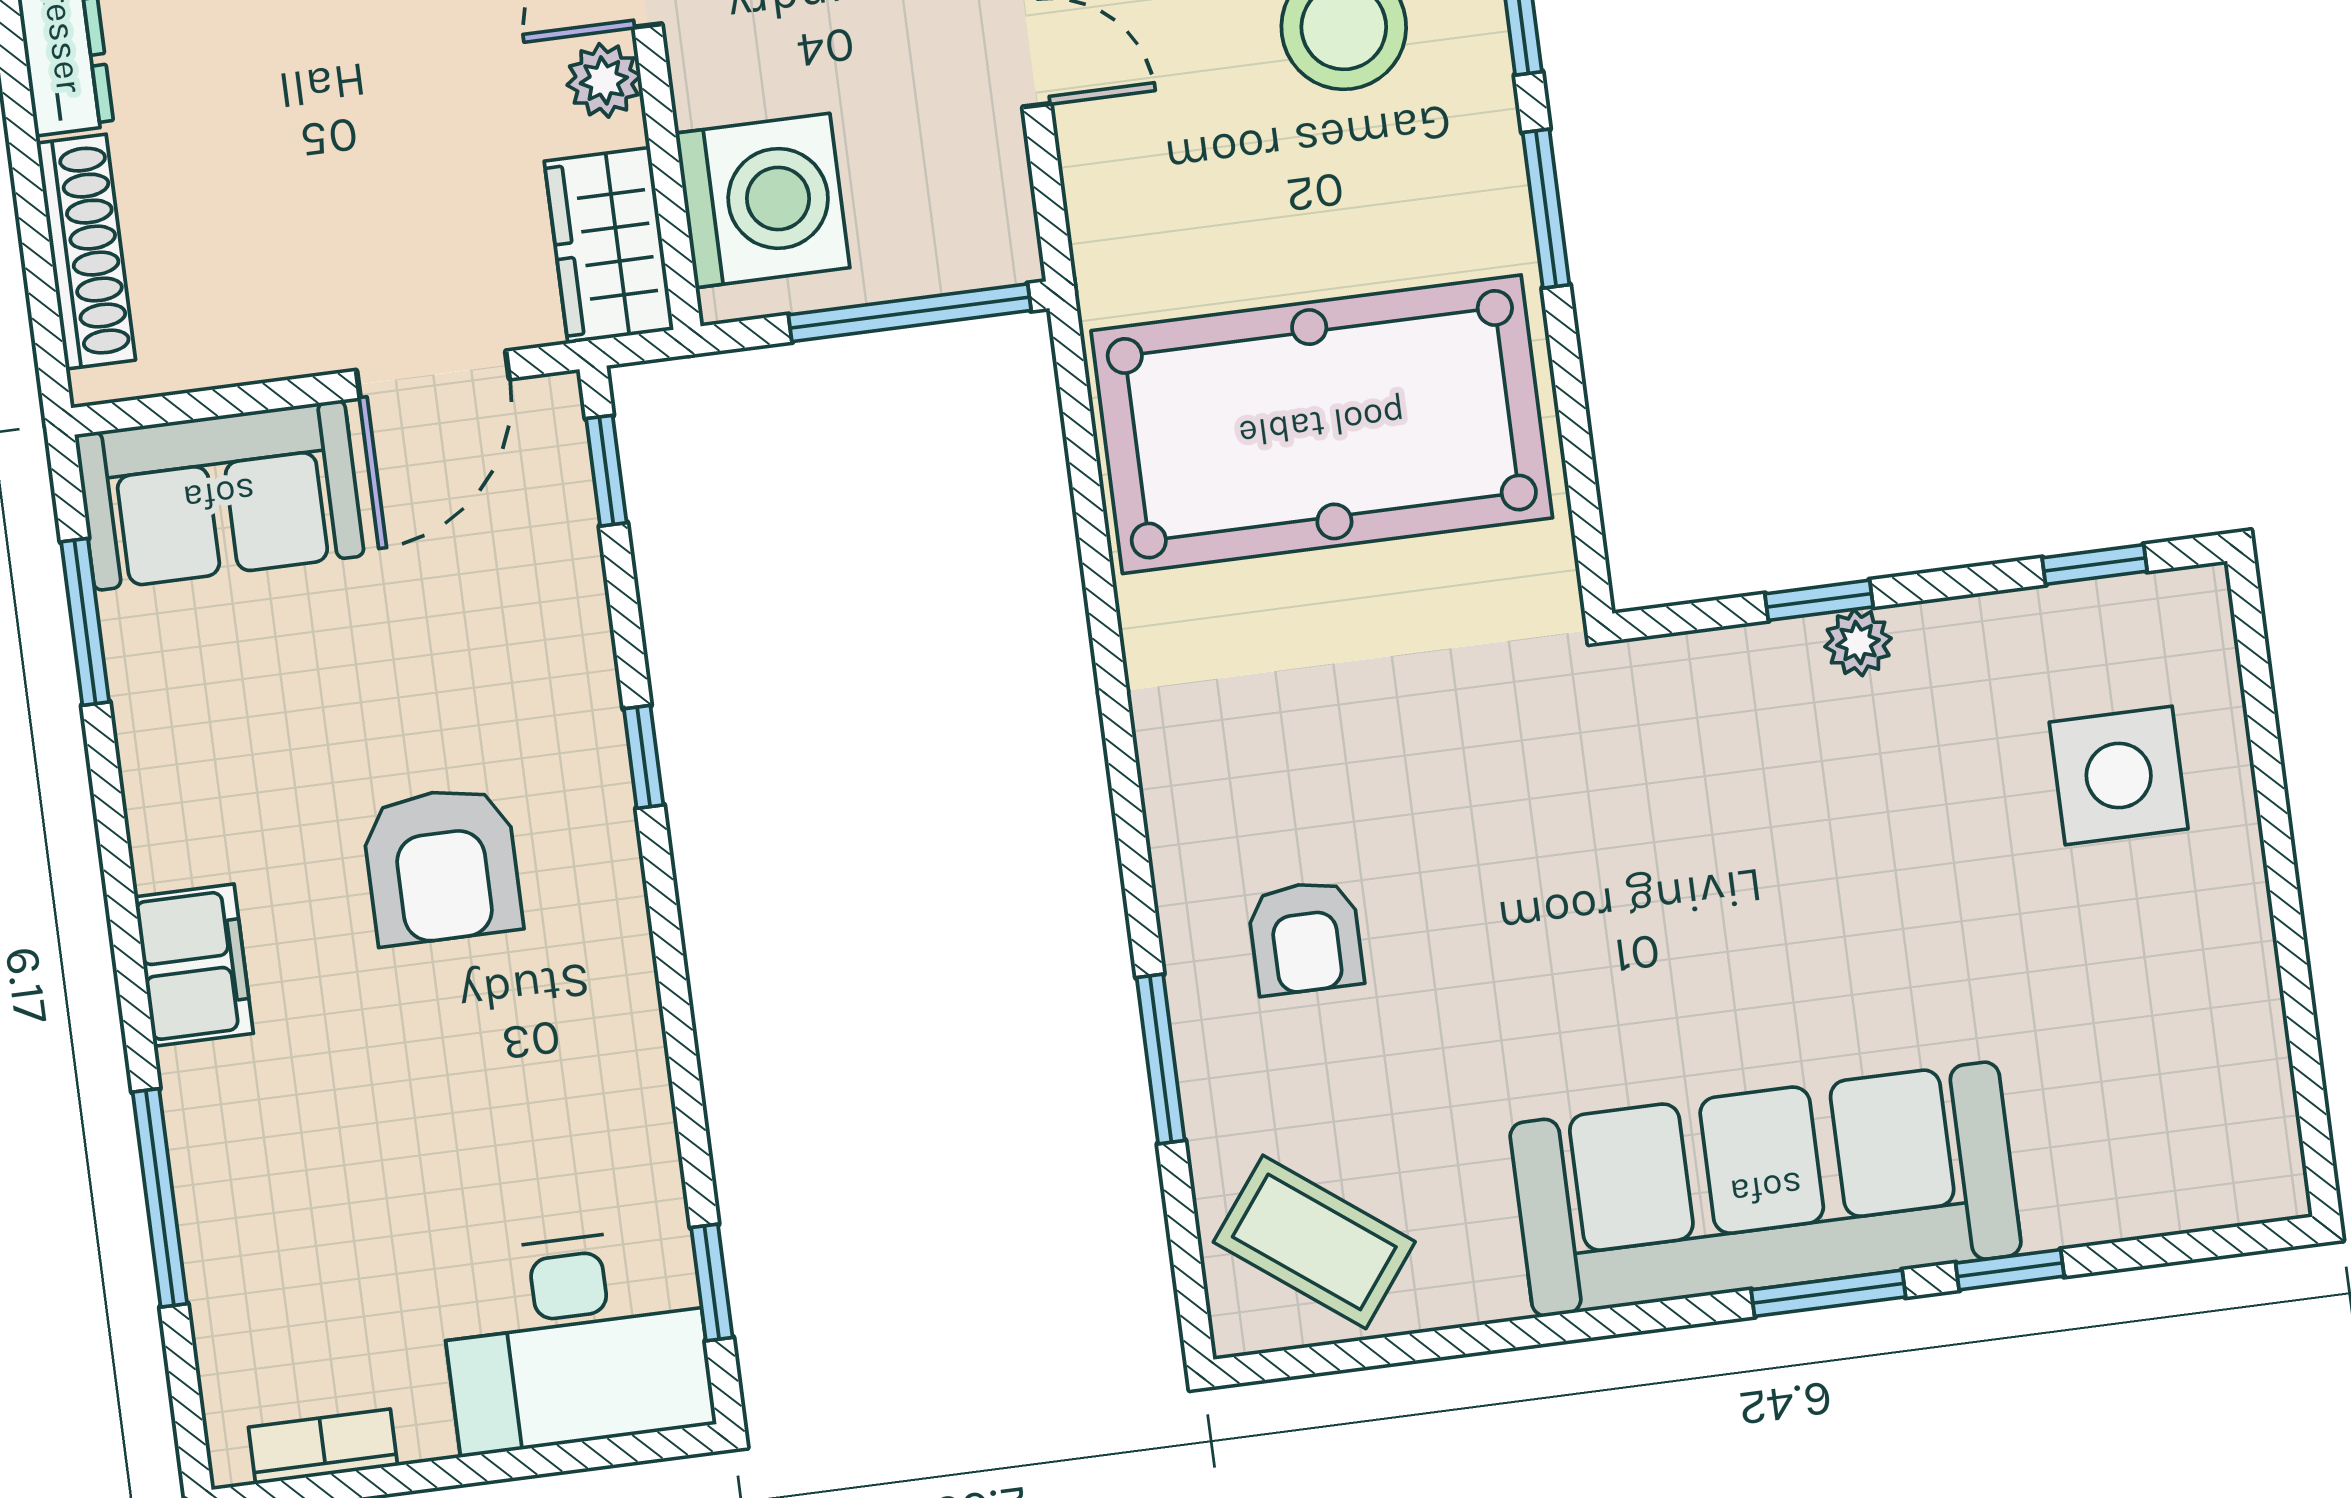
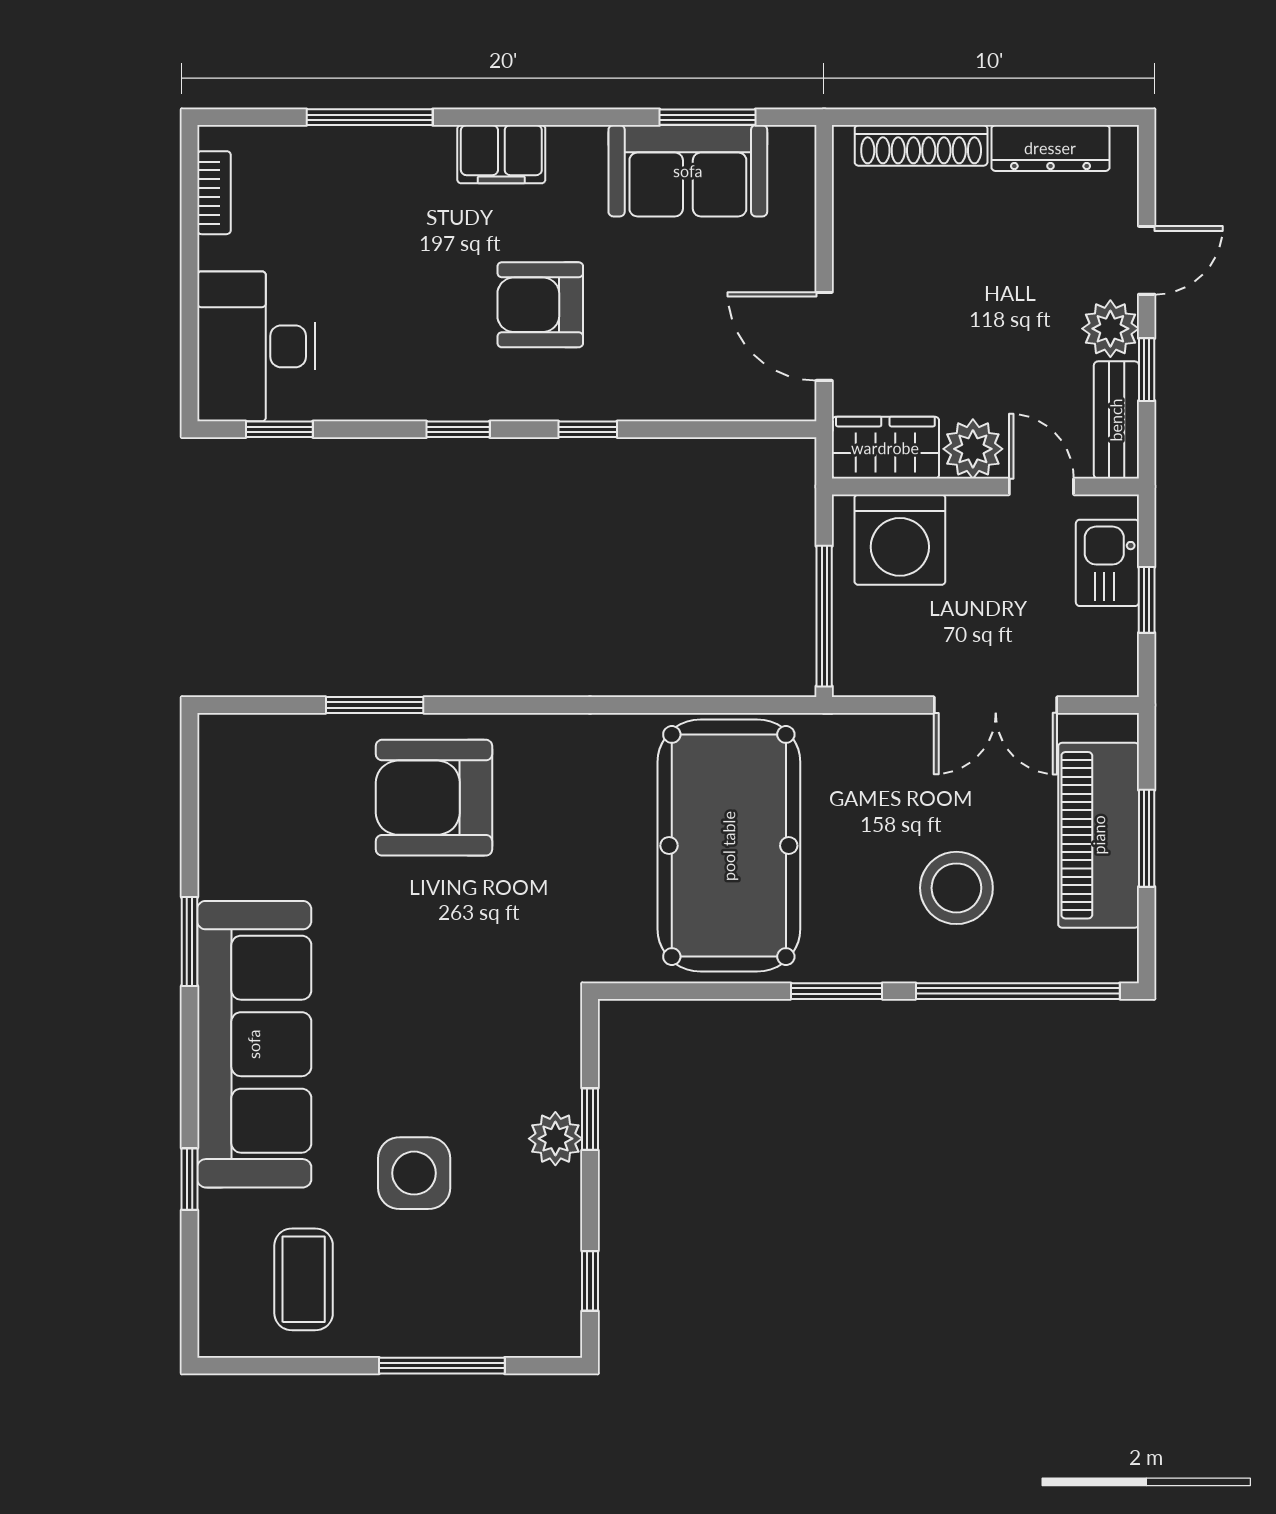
plant: (604, 80) -> (973, 449), width x1.38, depth x1.38
window: (606, 471) -> (458, 429), moved
sofa: (219, 495) -> (688, 171), moved, turned -90
plant: (1858, 643) -> (555, 1139), width x1.38, depth x1.38
side table: (2119, 775) -> (414, 1173), moved
window: (2272, 798) -> (442, 1366), added
armchair: (1306, 937) -> (434, 798), width x1.88, depth x1.88
coffee table: (1314, 1242) -> (304, 1279), moved, turned -37
window: (1828, 1293) -> (189, 942), moved

